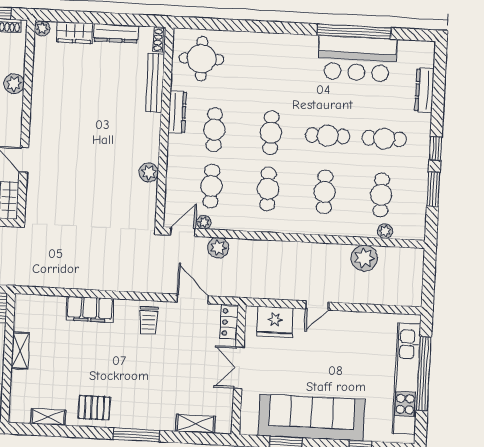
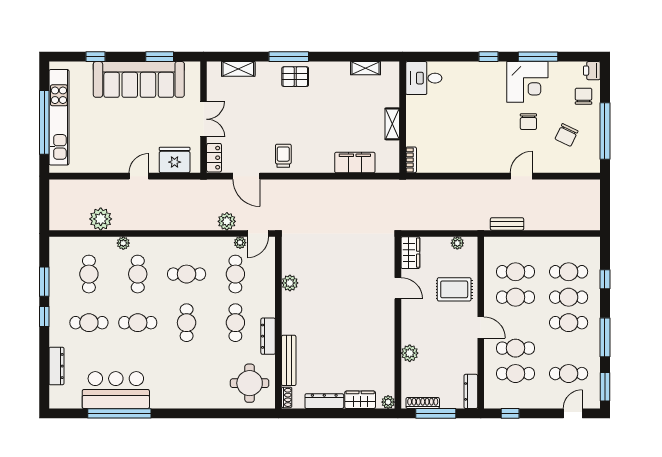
cafe table: (268, 189) -> (187, 274), turned 90
plant: (385, 231) -> (123, 243), moved
filing cabinet: (90, 309) -> (355, 163), moved
pallet: (94, 408) -> (295, 77), moved

